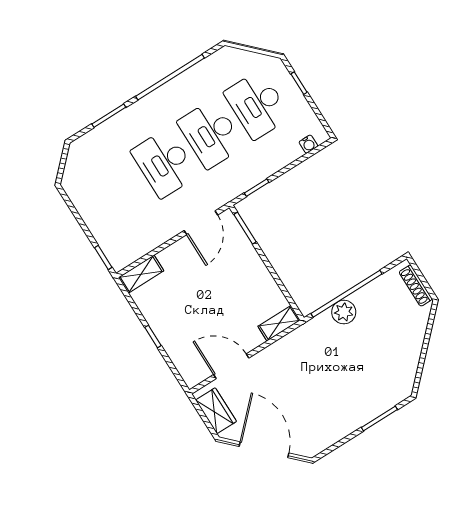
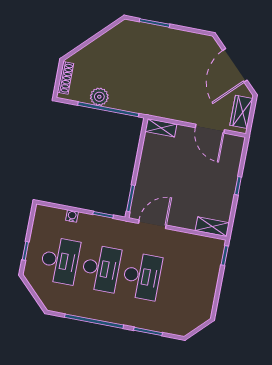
water cooler: (308, 144) -> (72, 216), moved
plant: (344, 312) -> (99, 97), moved

